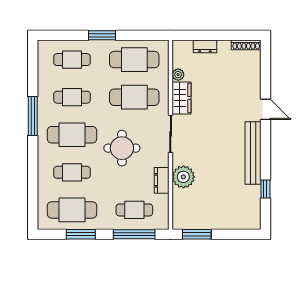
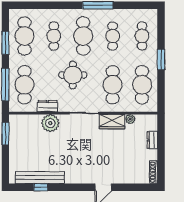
bench: (253, 153) -> (40, 178), moved
cafe table: (134, 210) -> (24, 85), width x1.37, depth x1.35

